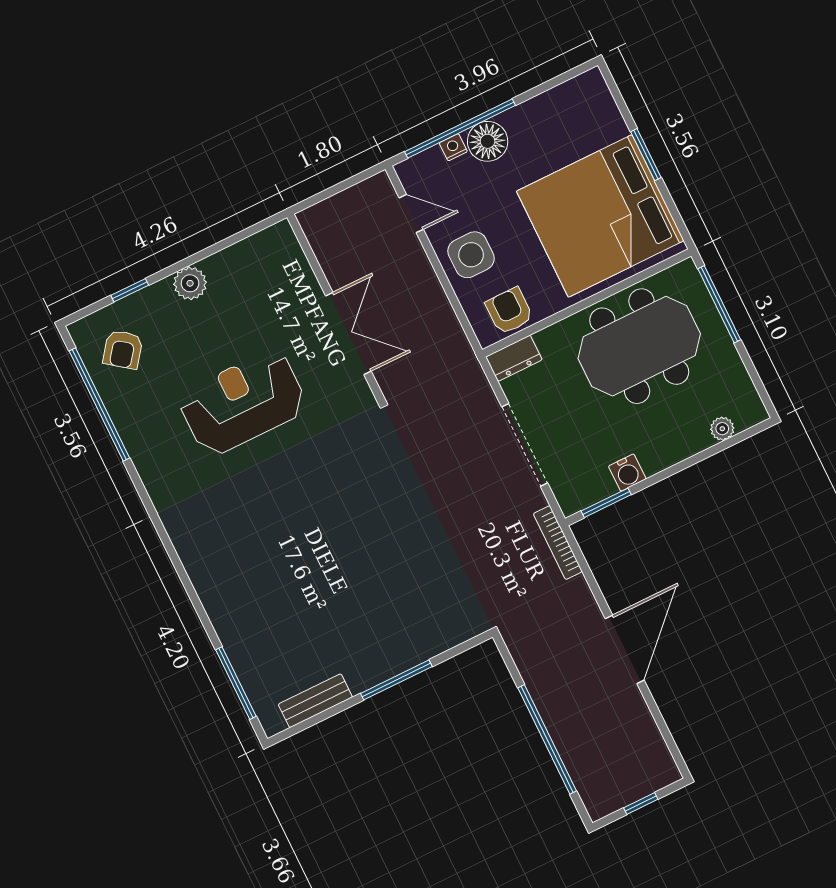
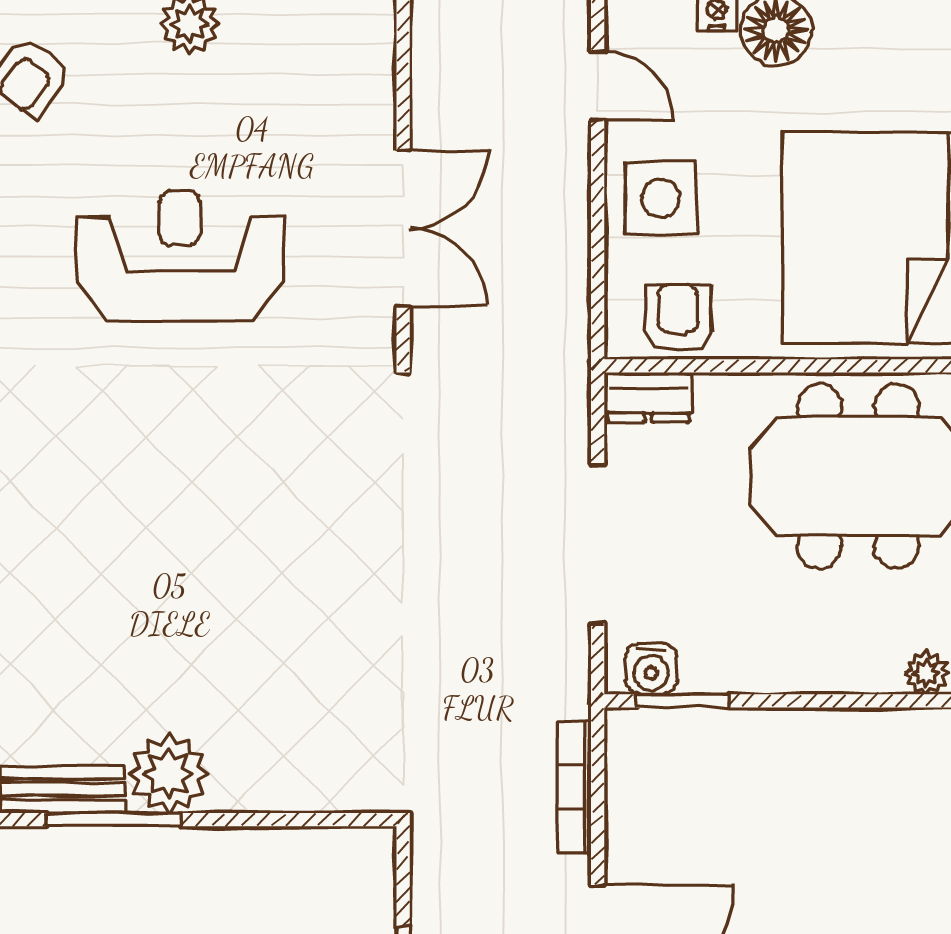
water cooler: (627, 473) -> (651, 669), moved
bookcase: (558, 543) -> (574, 787), moved
plant: (365, 667) -> (168, 774), added
window: (396, 680) -> (113, 820), moved

